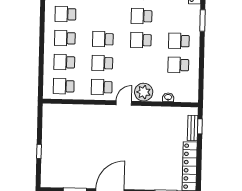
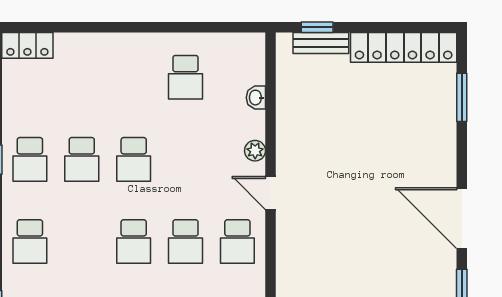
window: (202, 20) -> (88, 27), removed
school desk: (179, 41) -> (134, 77), removed
plant: (144, 92) -> (255, 151), width x0.53, depth x0.53

